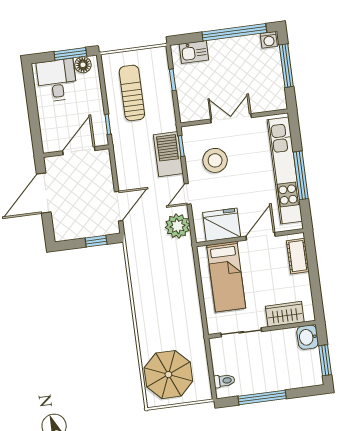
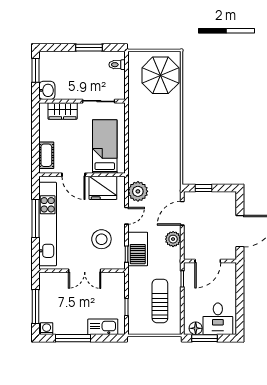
window: (234, 32) -> (73, 338), width x0.68
kitchen sink: (194, 52) -> (103, 327), width x1.38
sun lounger: (132, 93) -> (160, 301), turned 180
plant: (126, 172) -> (173, 239), added
door: (261, 236) -> (73, 175), hinge flipped
window: (262, 397) -> (89, 48), width x0.69

